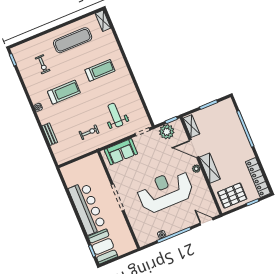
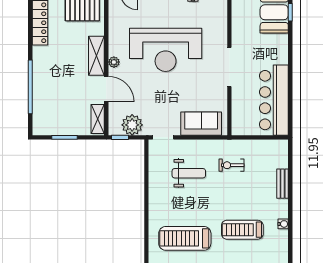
treadmill: (100, 70) -> (185, 238), width x1.37, depth x1.38
weight bench: (115, 115) -> (189, 173), turned -90
bar counter: (87, 208) -> (274, 100), moved

